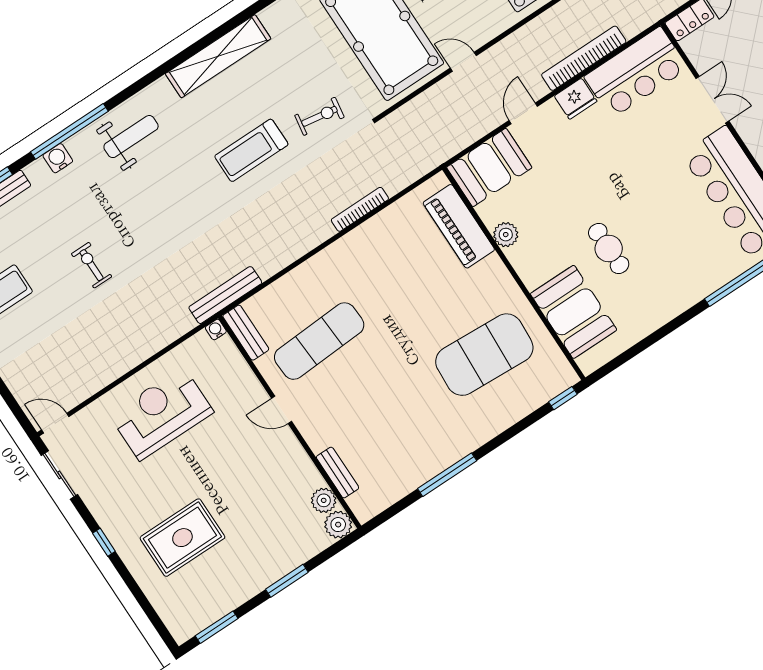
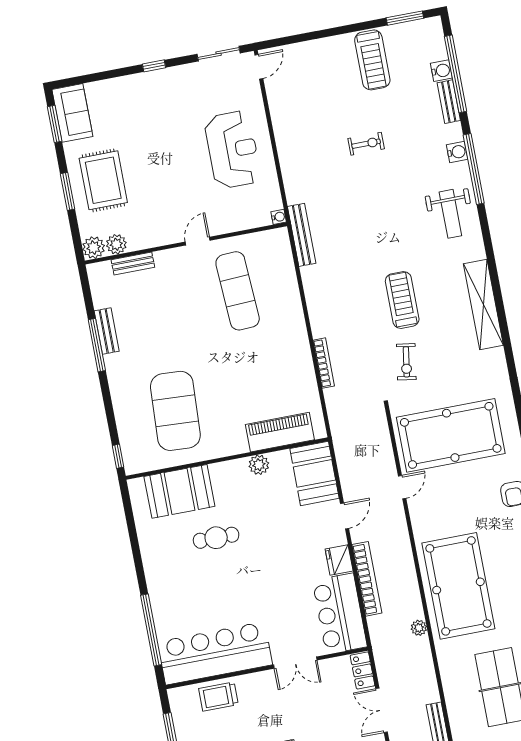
door: (523, 113) -> (344, 516), hinge flipped
bench: (246, 333) -> (107, 331), moved, turned 90
rug: (182, 538) -> (103, 180), moved
sofa: (196, 612) -> (72, 113), added

